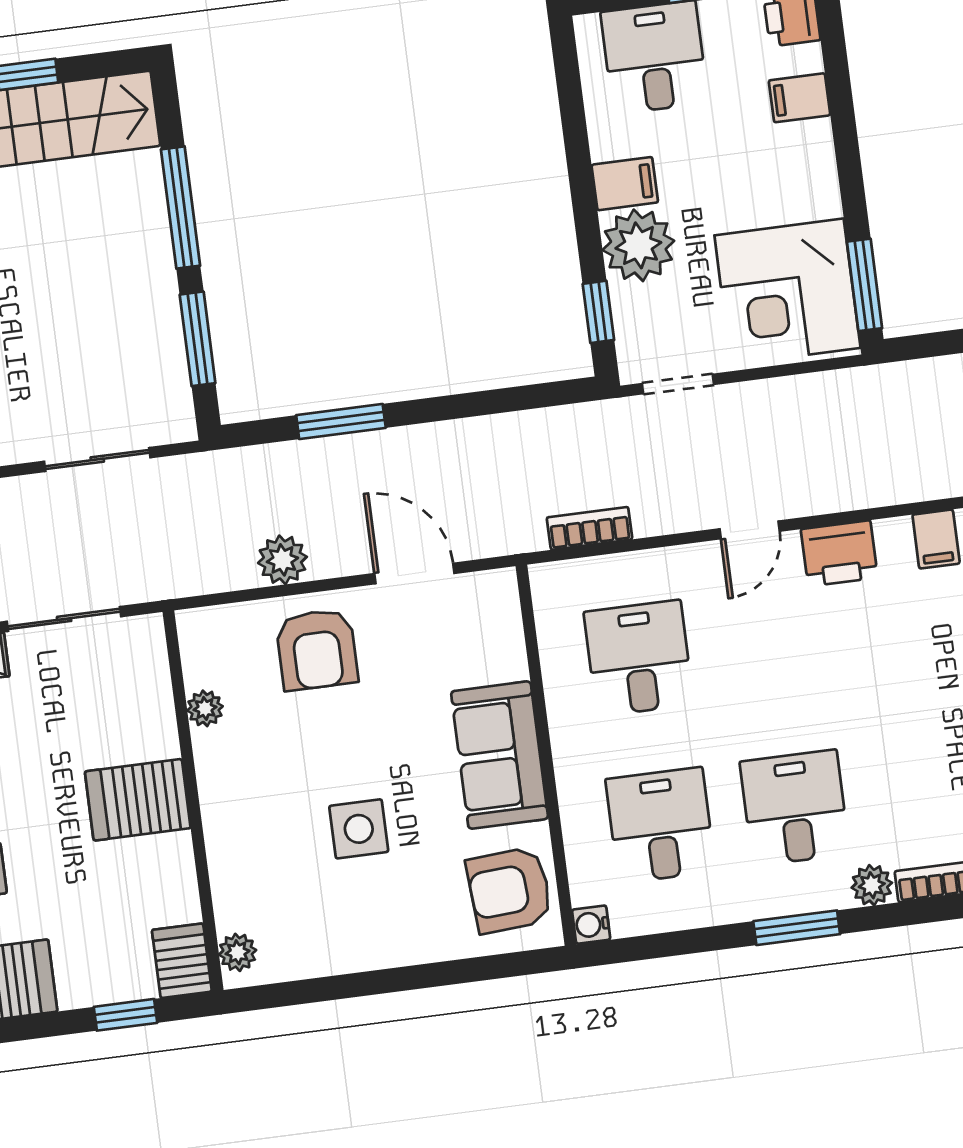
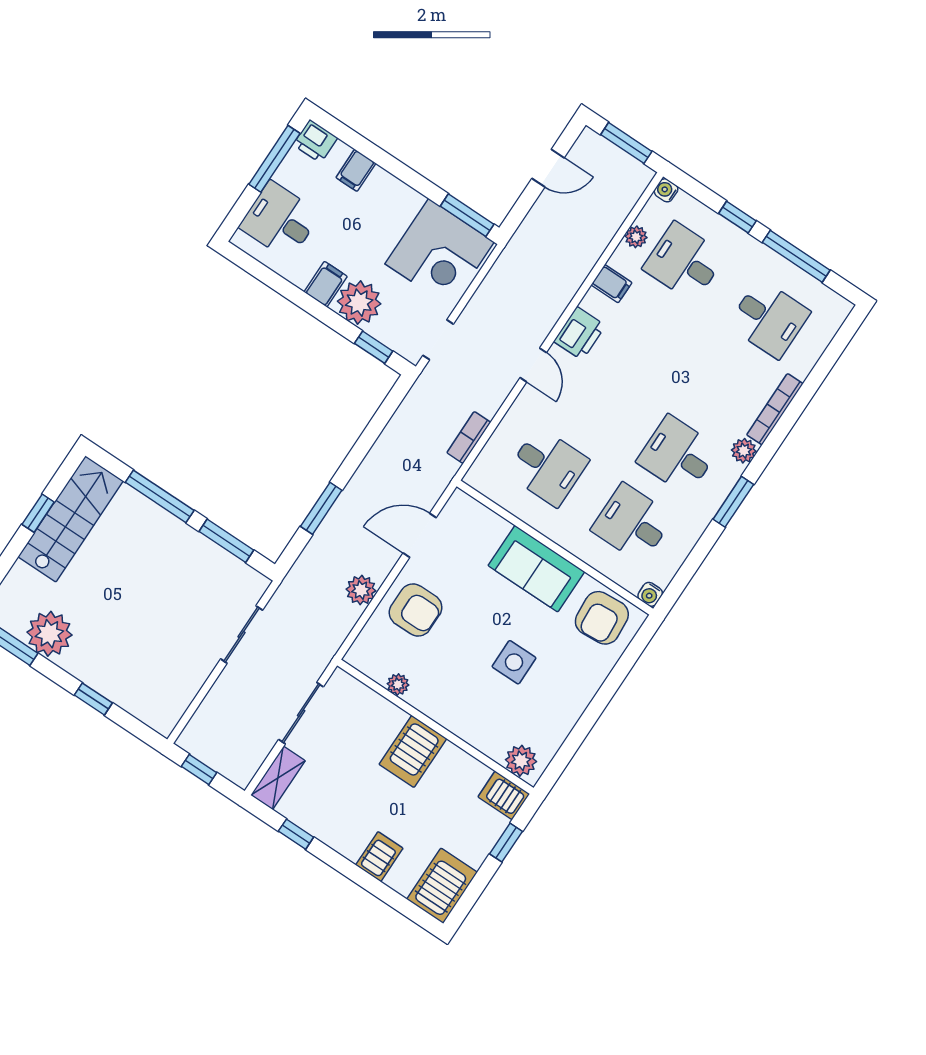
desk: (639, 658) -> (548, 467), turned 180
plant: (238, 952) -> (521, 761), width x1.38, depth x1.38

